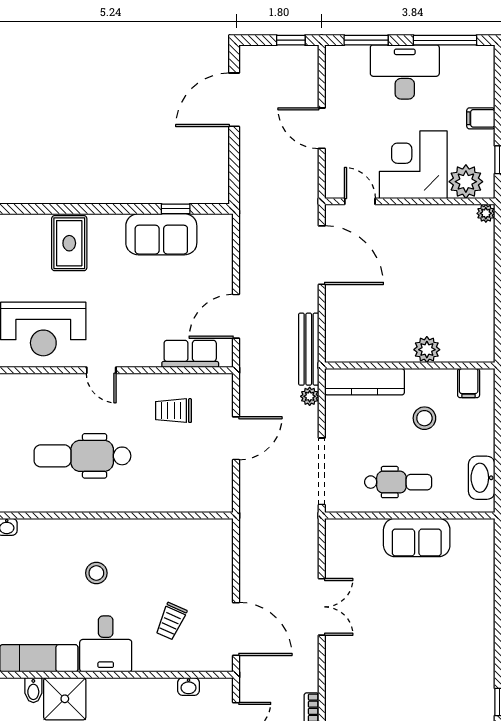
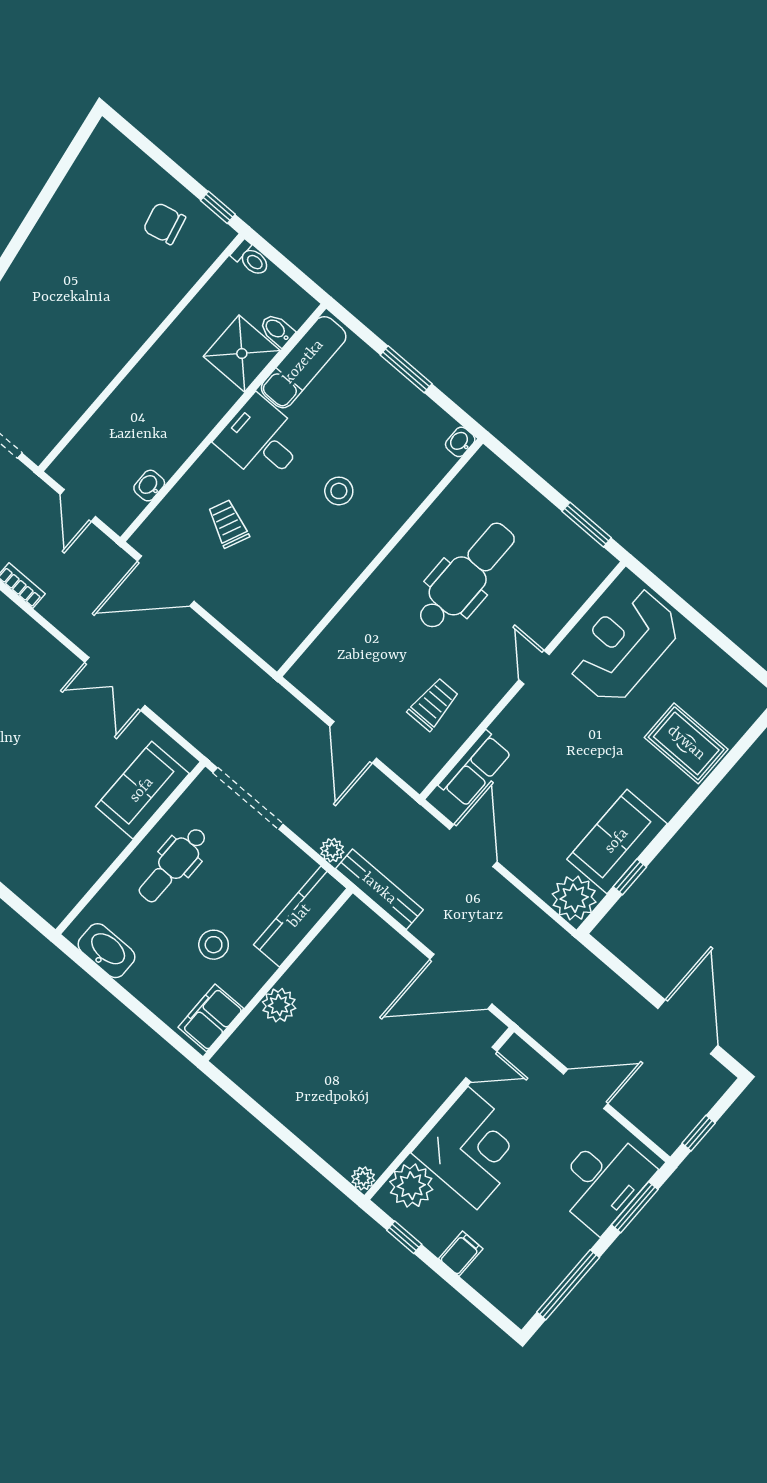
desk: (405, 72) -> (603, 1181), moved
plant: (216, 231) -> (574, 898), added
door: (101, 370) -> (534, 667), hinge flipped
filing cabinet: (469, 383) -> (211, 1018), width x2.00
sofa: (417, 538) -> (142, 790), moved

